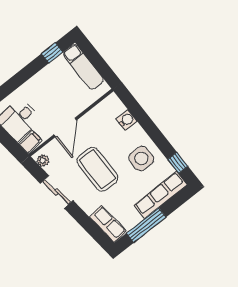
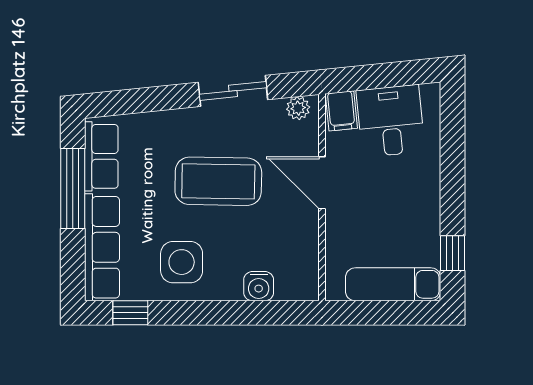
row of seats: (108, 224) -> (101, 156), moved, turned -84

